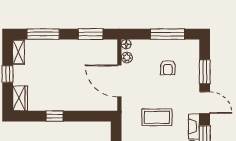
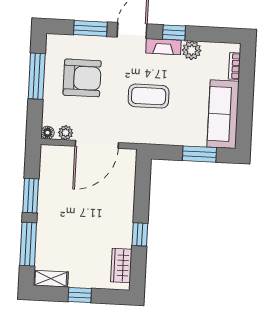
window: (91, 34) -> (31, 196), moved
armchair: (168, 68) -> (82, 78), width x1.88, depth x1.88
wardrobe: (20, 98) -> (121, 265), moved, turned -90
coffee table: (157, 117) -> (149, 96), turned 90

